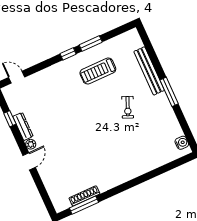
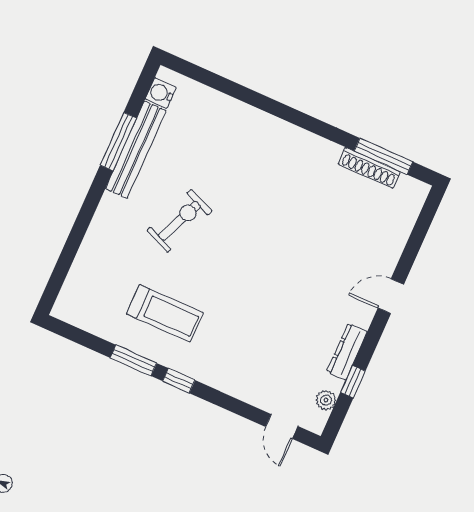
bench: (149, 71) -> (136, 150), moved
window: (169, 92) -> (118, 142), moved
exercise bike: (128, 107) -> (179, 221), width x1.38, depth x1.39
plant: (31, 144) -> (326, 400), moved

